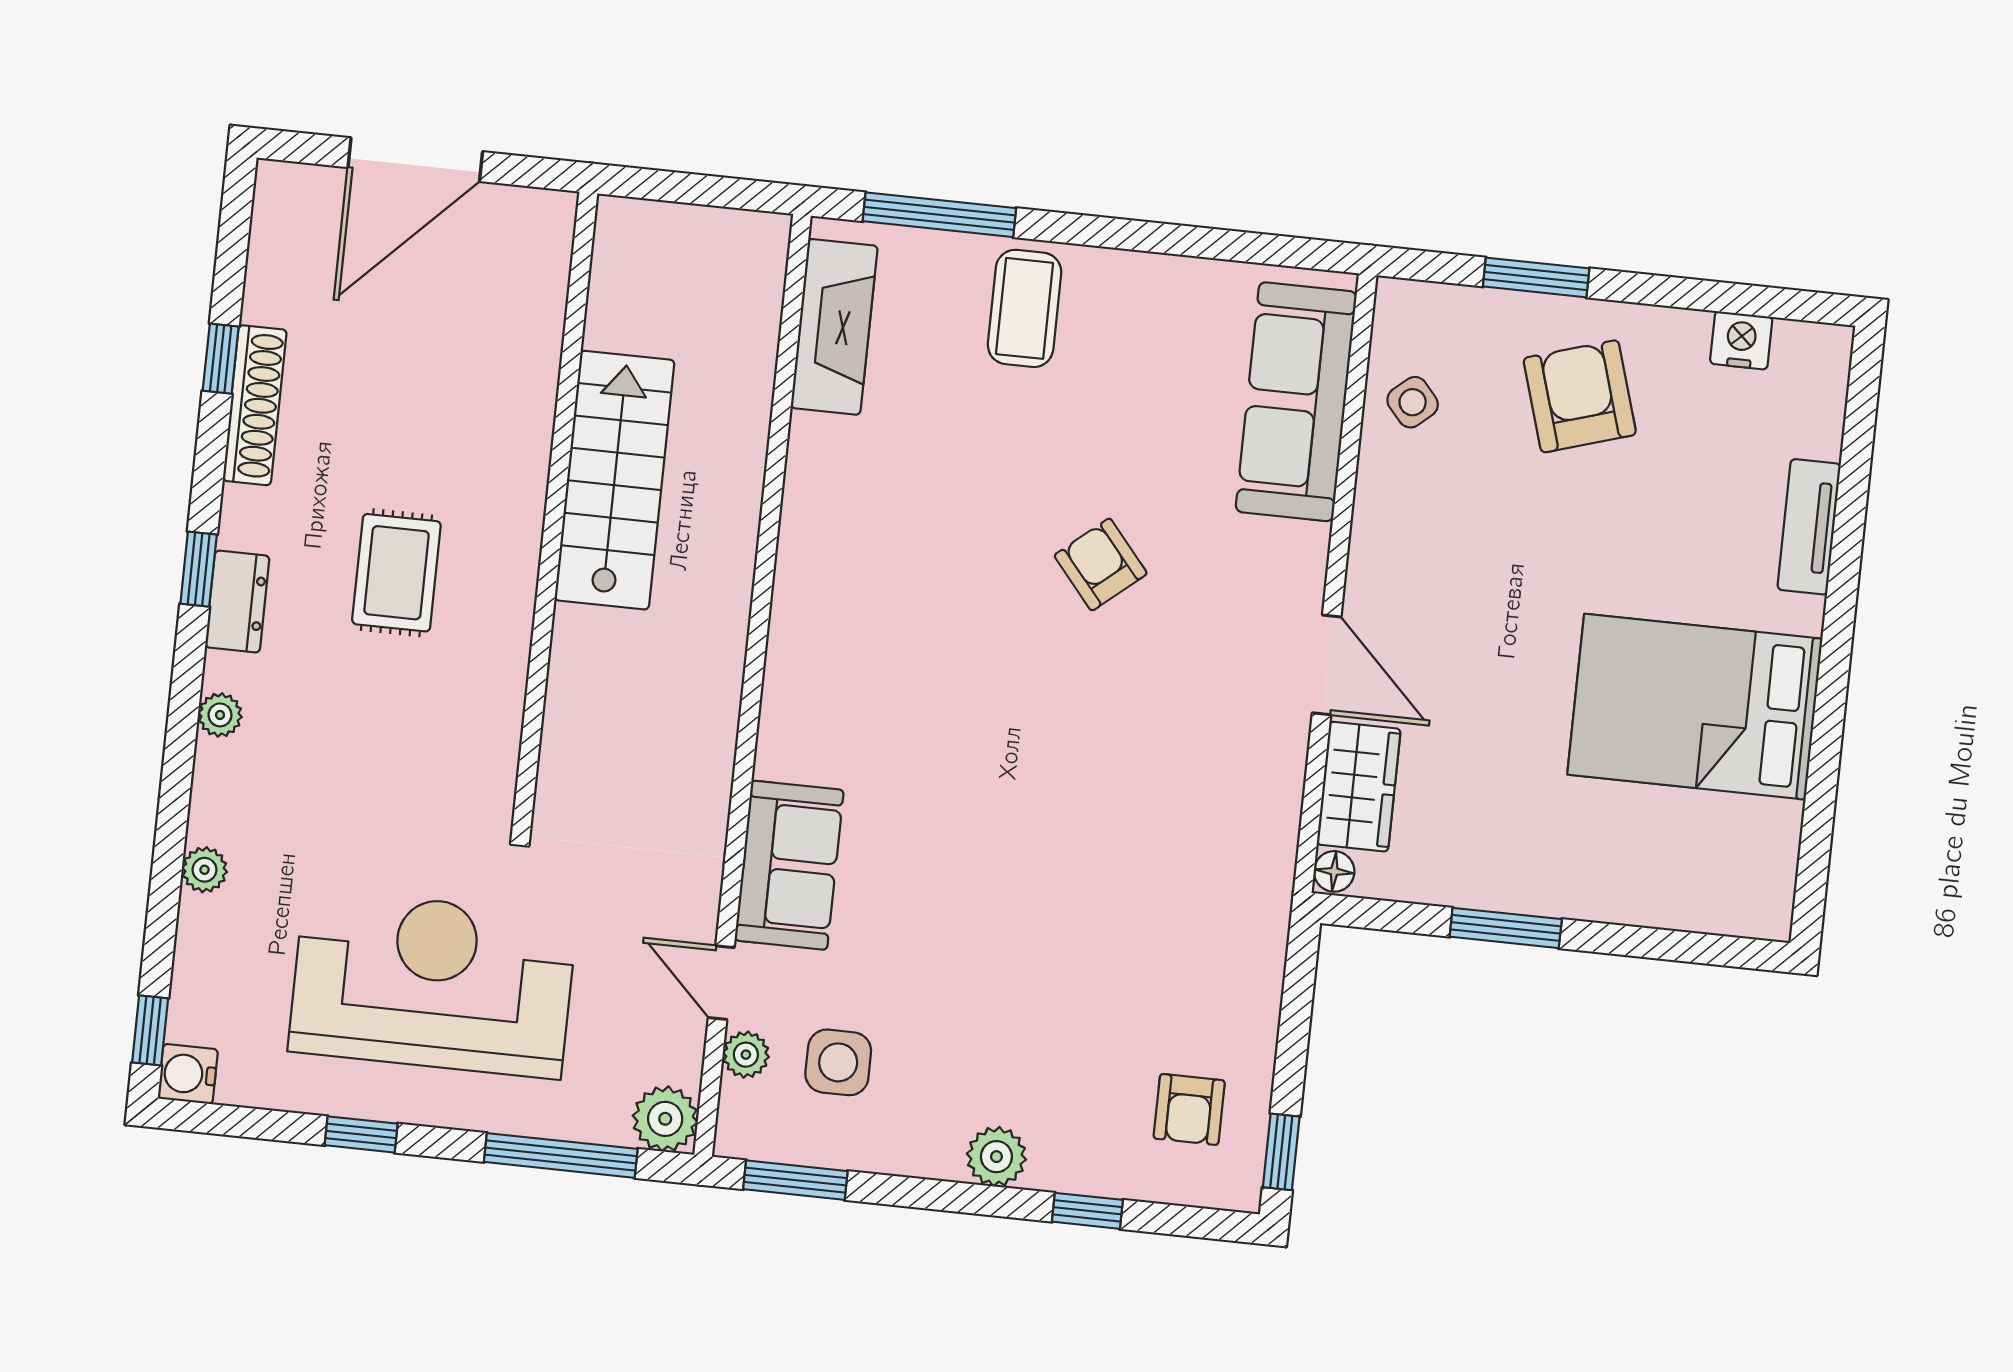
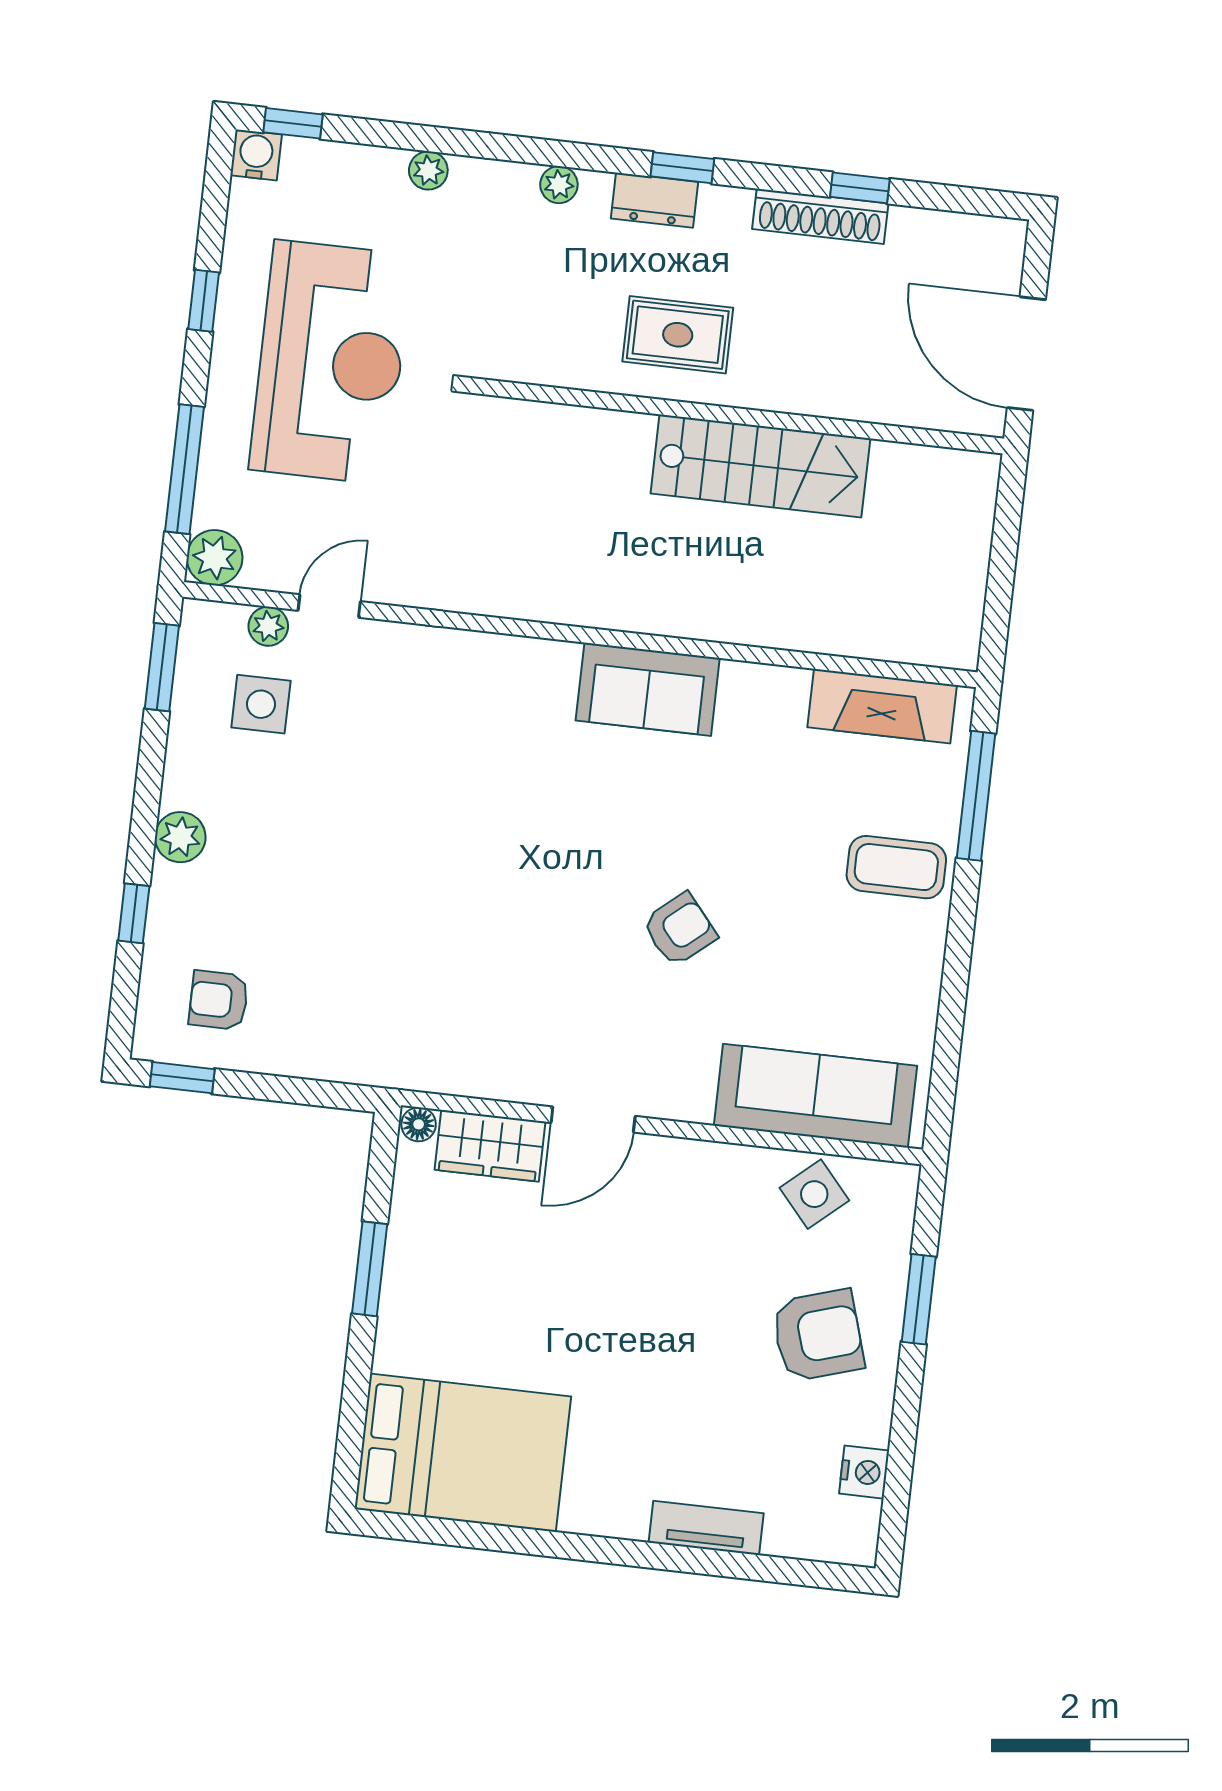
side table: (1413, 402) -> (814, 1194), width x1.37, depth x1.37
stairs: (615, 480) -> (760, 466), moved
wall: (555, 510) -> (736, 415), moved
bed: (1695, 707) -> (463, 1453), moved, turned 90
sofa: (789, 865) -> (648, 689), moved

